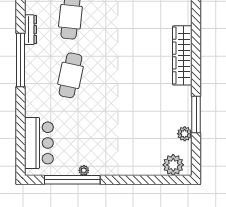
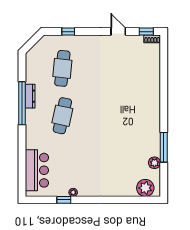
dresser: (30, 30) -> (30, 96), moved
wardrobe: (182, 55) -> (153, 100), removed
window: (72, 180) -> (64, 200), width x0.32

